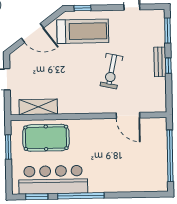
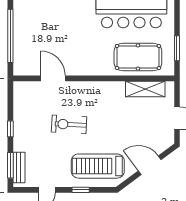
window: (82, 8) -> (81, 190), moved
bench: (160, 62) -> (19, 167), moved
exercise bike: (111, 71) -> (69, 124), turned -99

